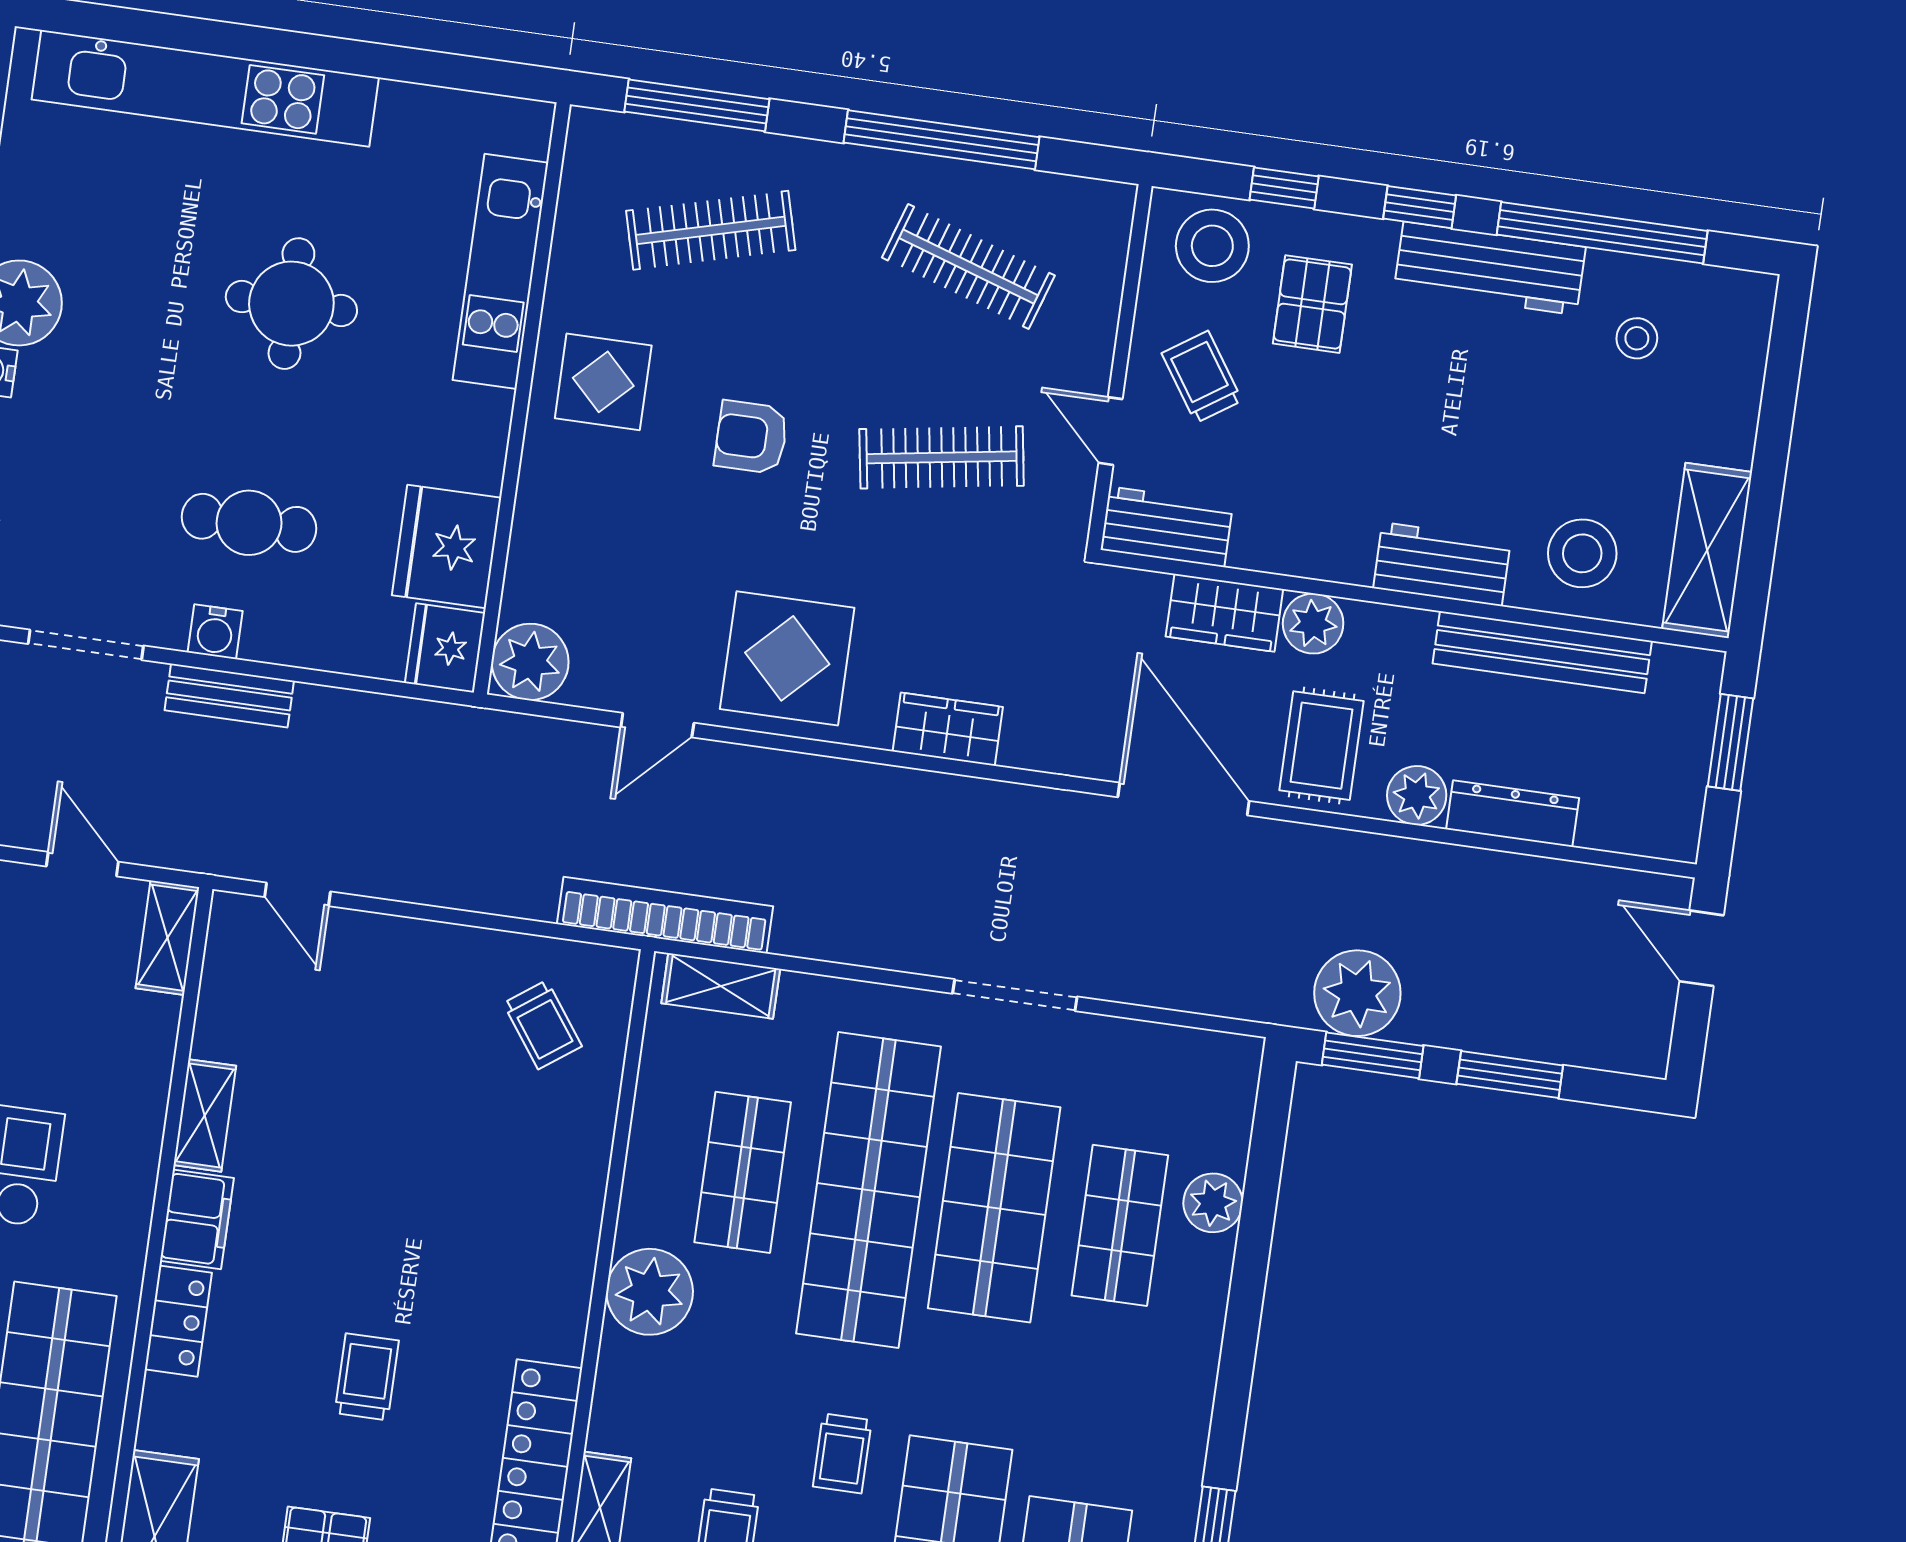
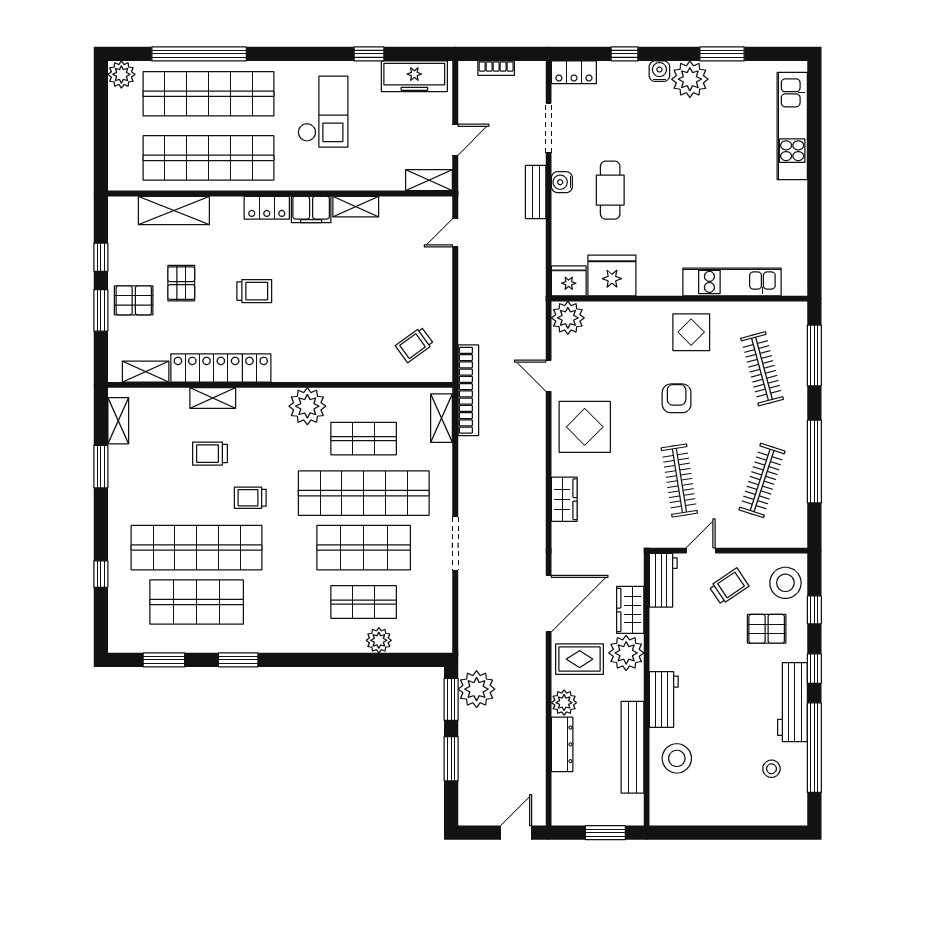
kitchen unit: (205, 88) -> (792, 126), width x0.73
round table: (291, 304) -> (706, 195), removed
shelving: (1707, 550) -> (685, 811), removed
plant: (1313, 624) -> (626, 653), width x1.36, depth x1.36

